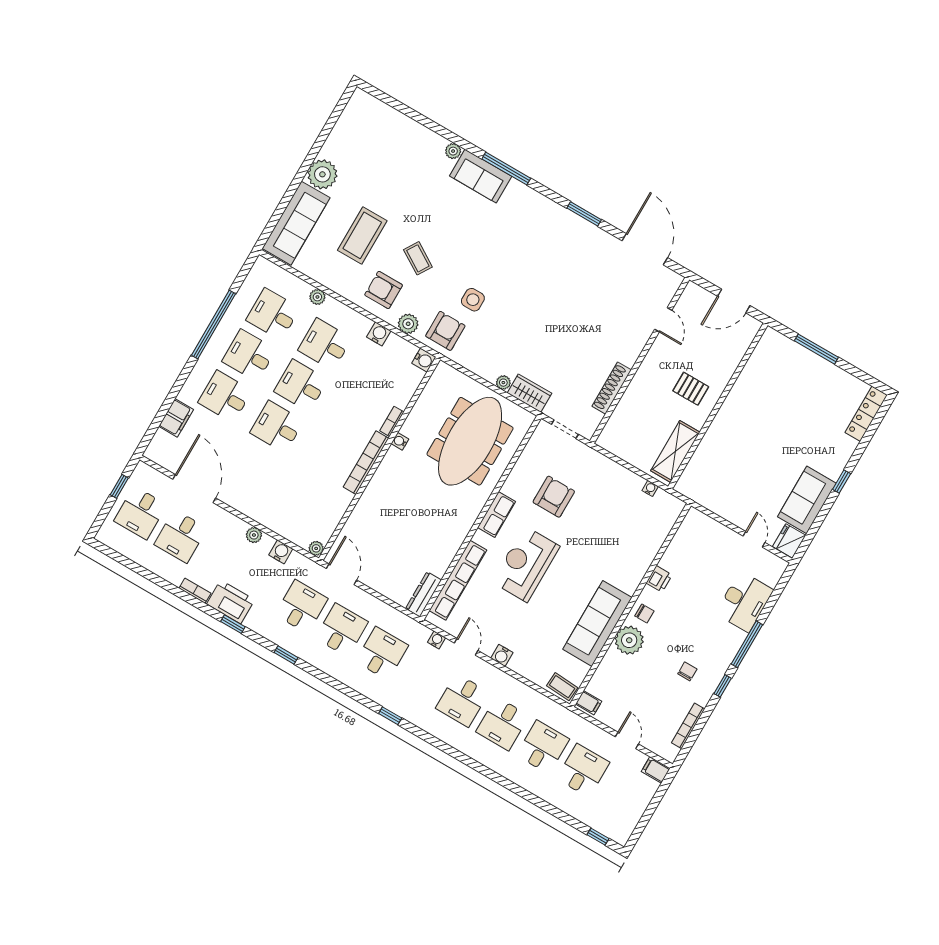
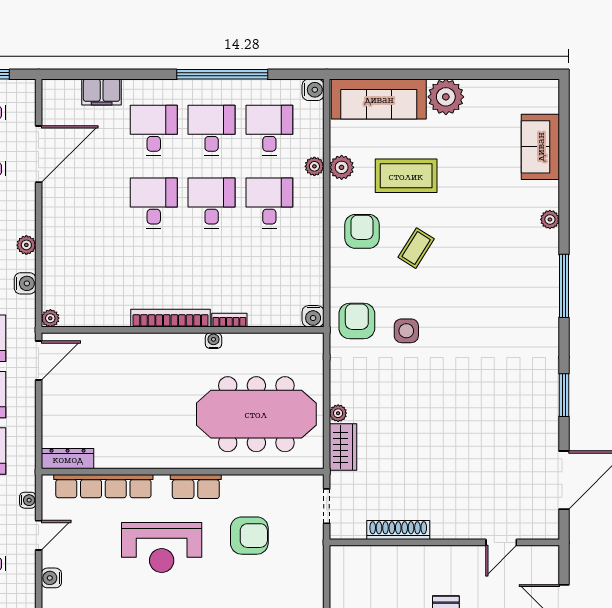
sofa: (481, 176) -> (540, 147), moved
plant: (408, 324) -> (342, 167), moved
armchair: (445, 331) -> (357, 321), turned -90
water cooler: (379, 334) -> (313, 90), moved
reception desk: (526, 564) -> (162, 547), turned 180

